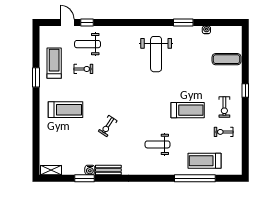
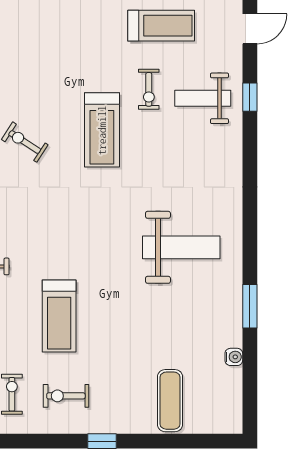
door: (67, 22) -> (250, 29), moved
weight bench: (88, 44) -> (203, 98), turned -90
weight bench: (156, 54) -> (181, 247), turned 180
treadmill: (66, 110) -> (102, 130), moved

